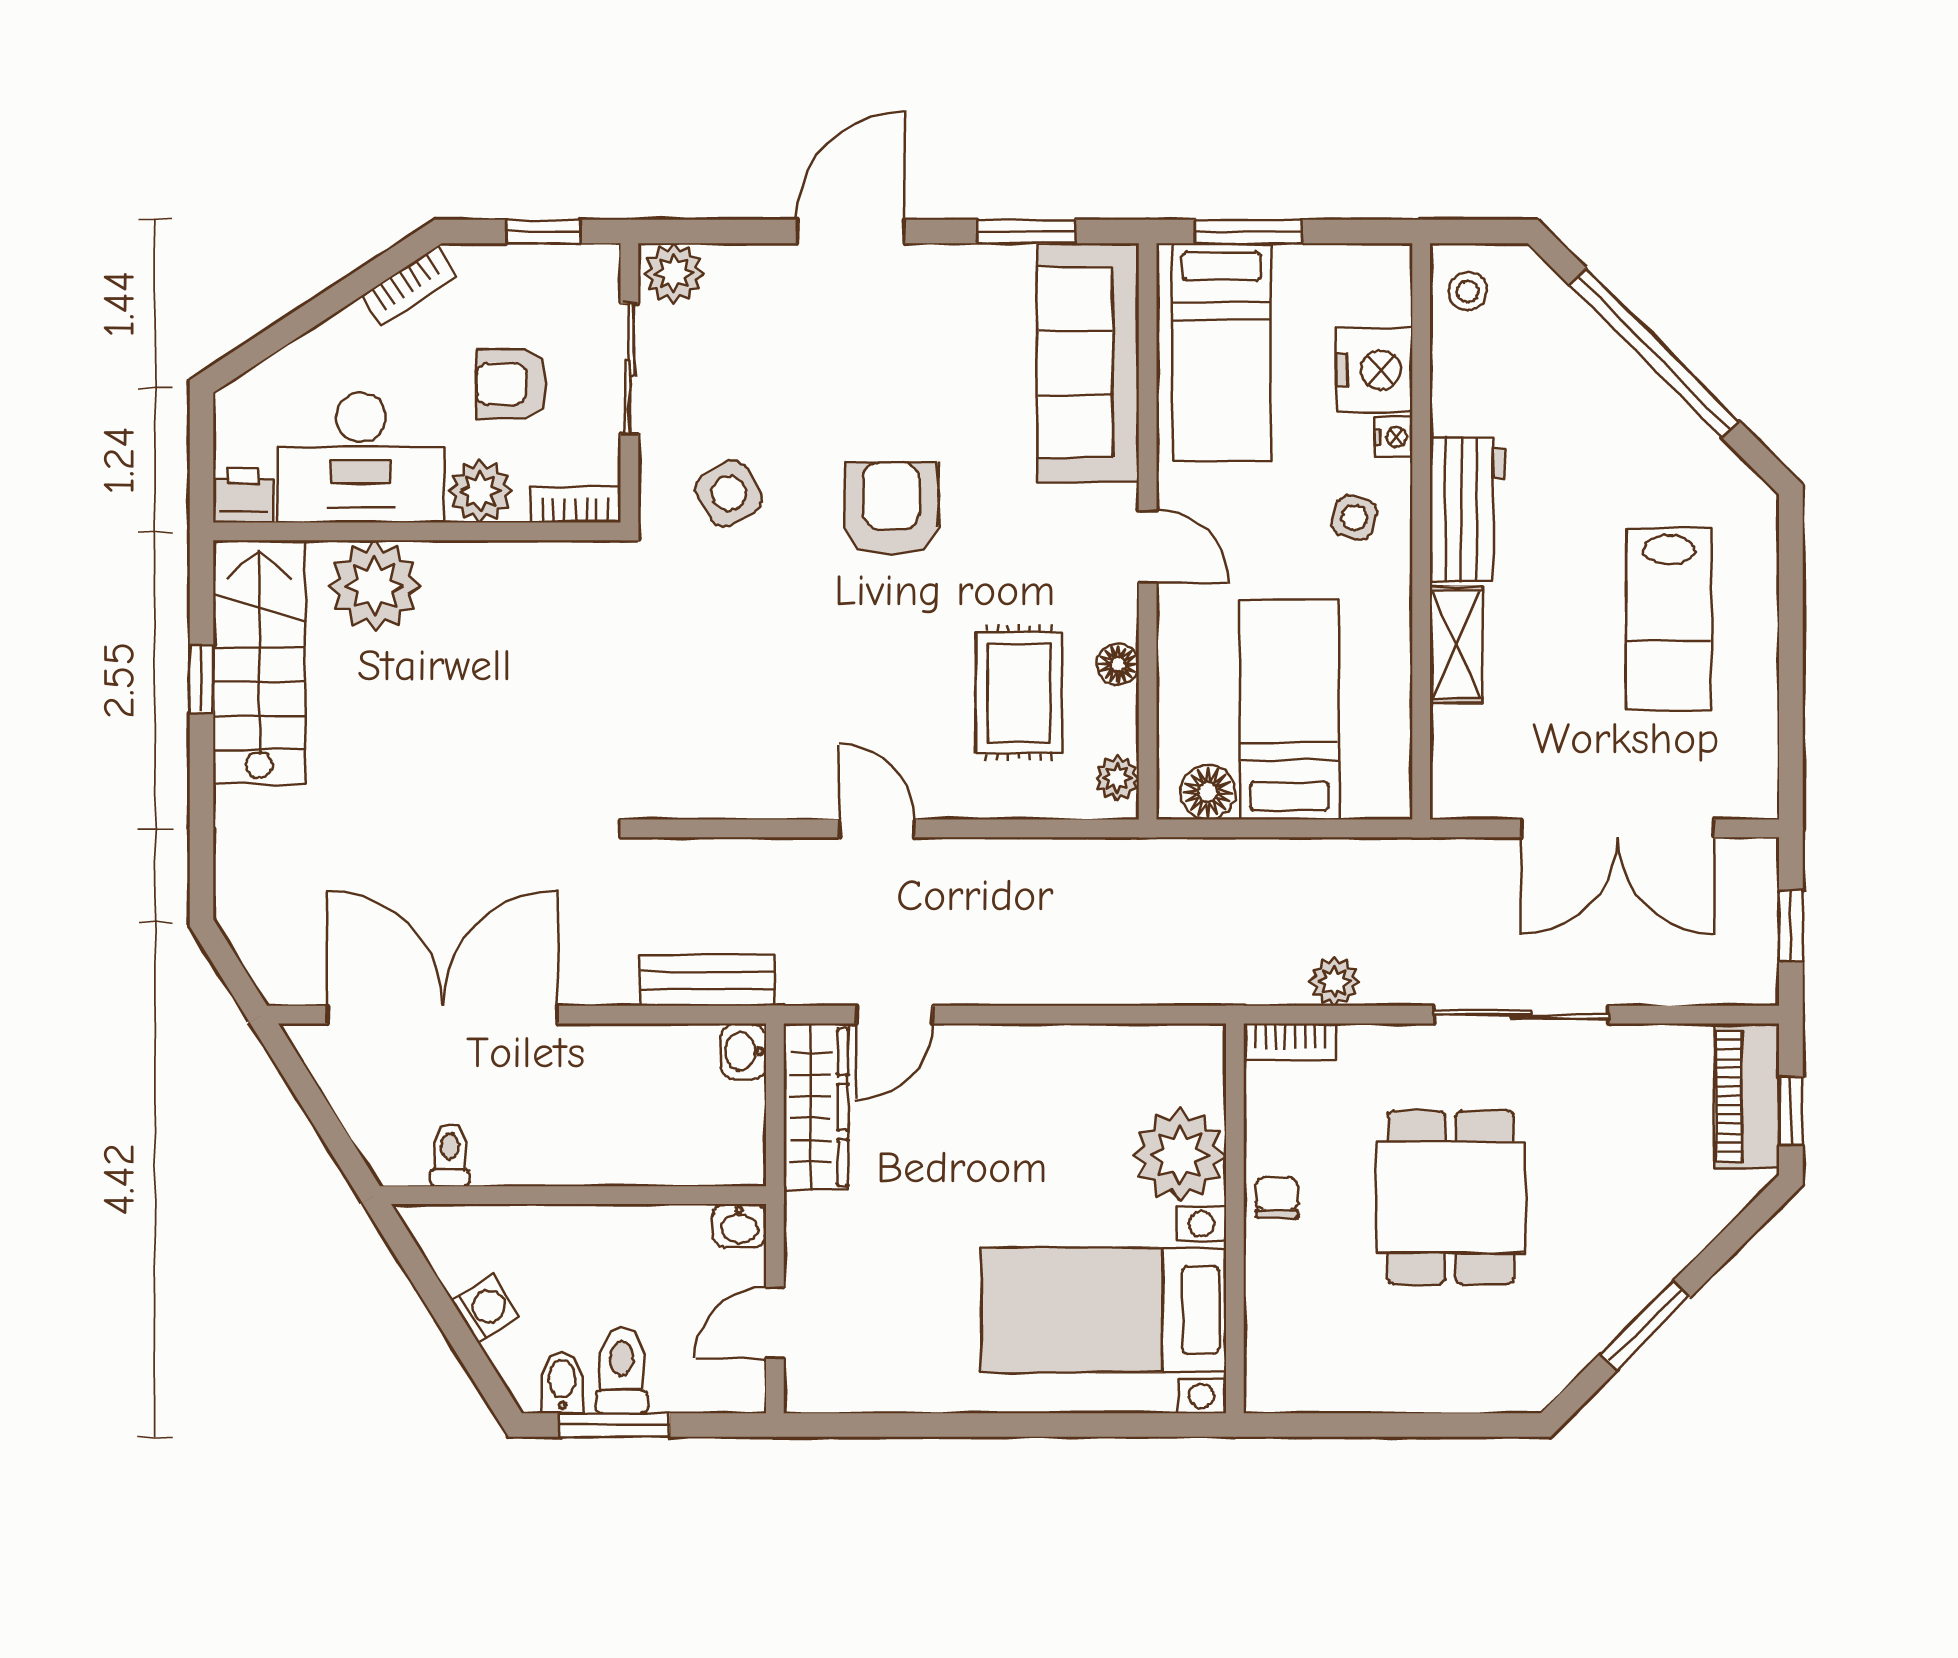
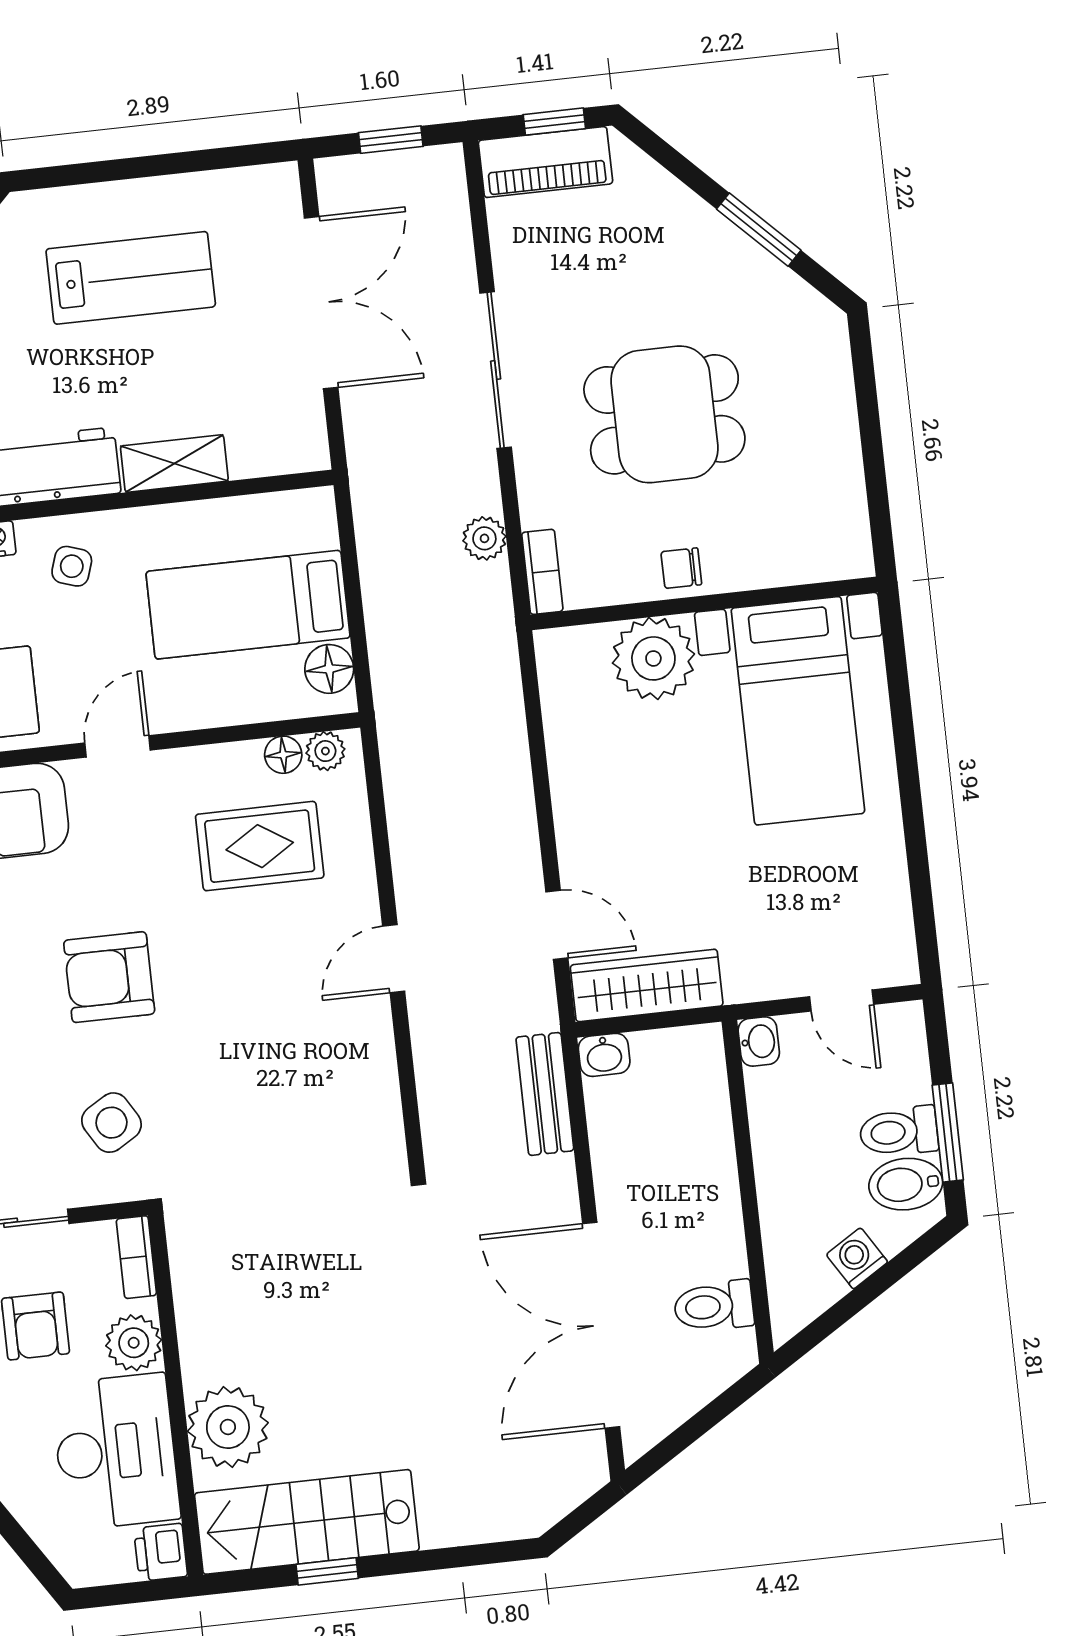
floor lamp: (1118, 664) -> (283, 755), moved
toilet: (450, 1155) -> (714, 1306), width x1.37, depth x1.39
bidet: (562, 1383) -> (906, 1184), width x1.38, depth x1.36

